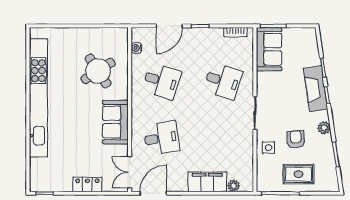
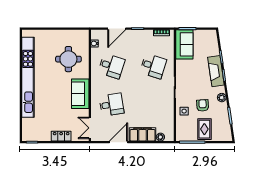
round table: (98, 71) -> (68, 59), turned 33
rug: (298, 174) -> (204, 129), turned 90
door: (153, 193) -> (119, 142), moved

